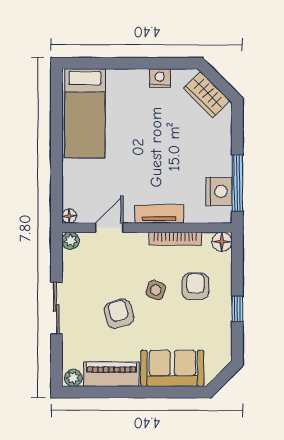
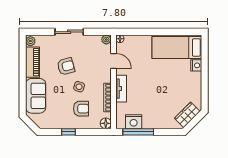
nightstand: (160, 78) -> (196, 65), moved

